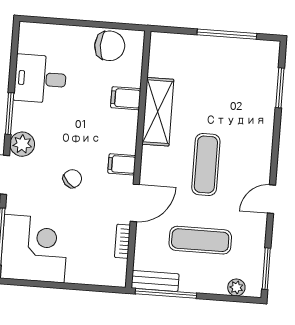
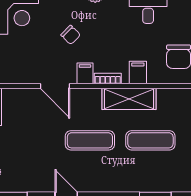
exercise mat: (200, 240) -> (150, 140), moved, turned 90
bookcase: (122, 241) -> (108, 79), moved

